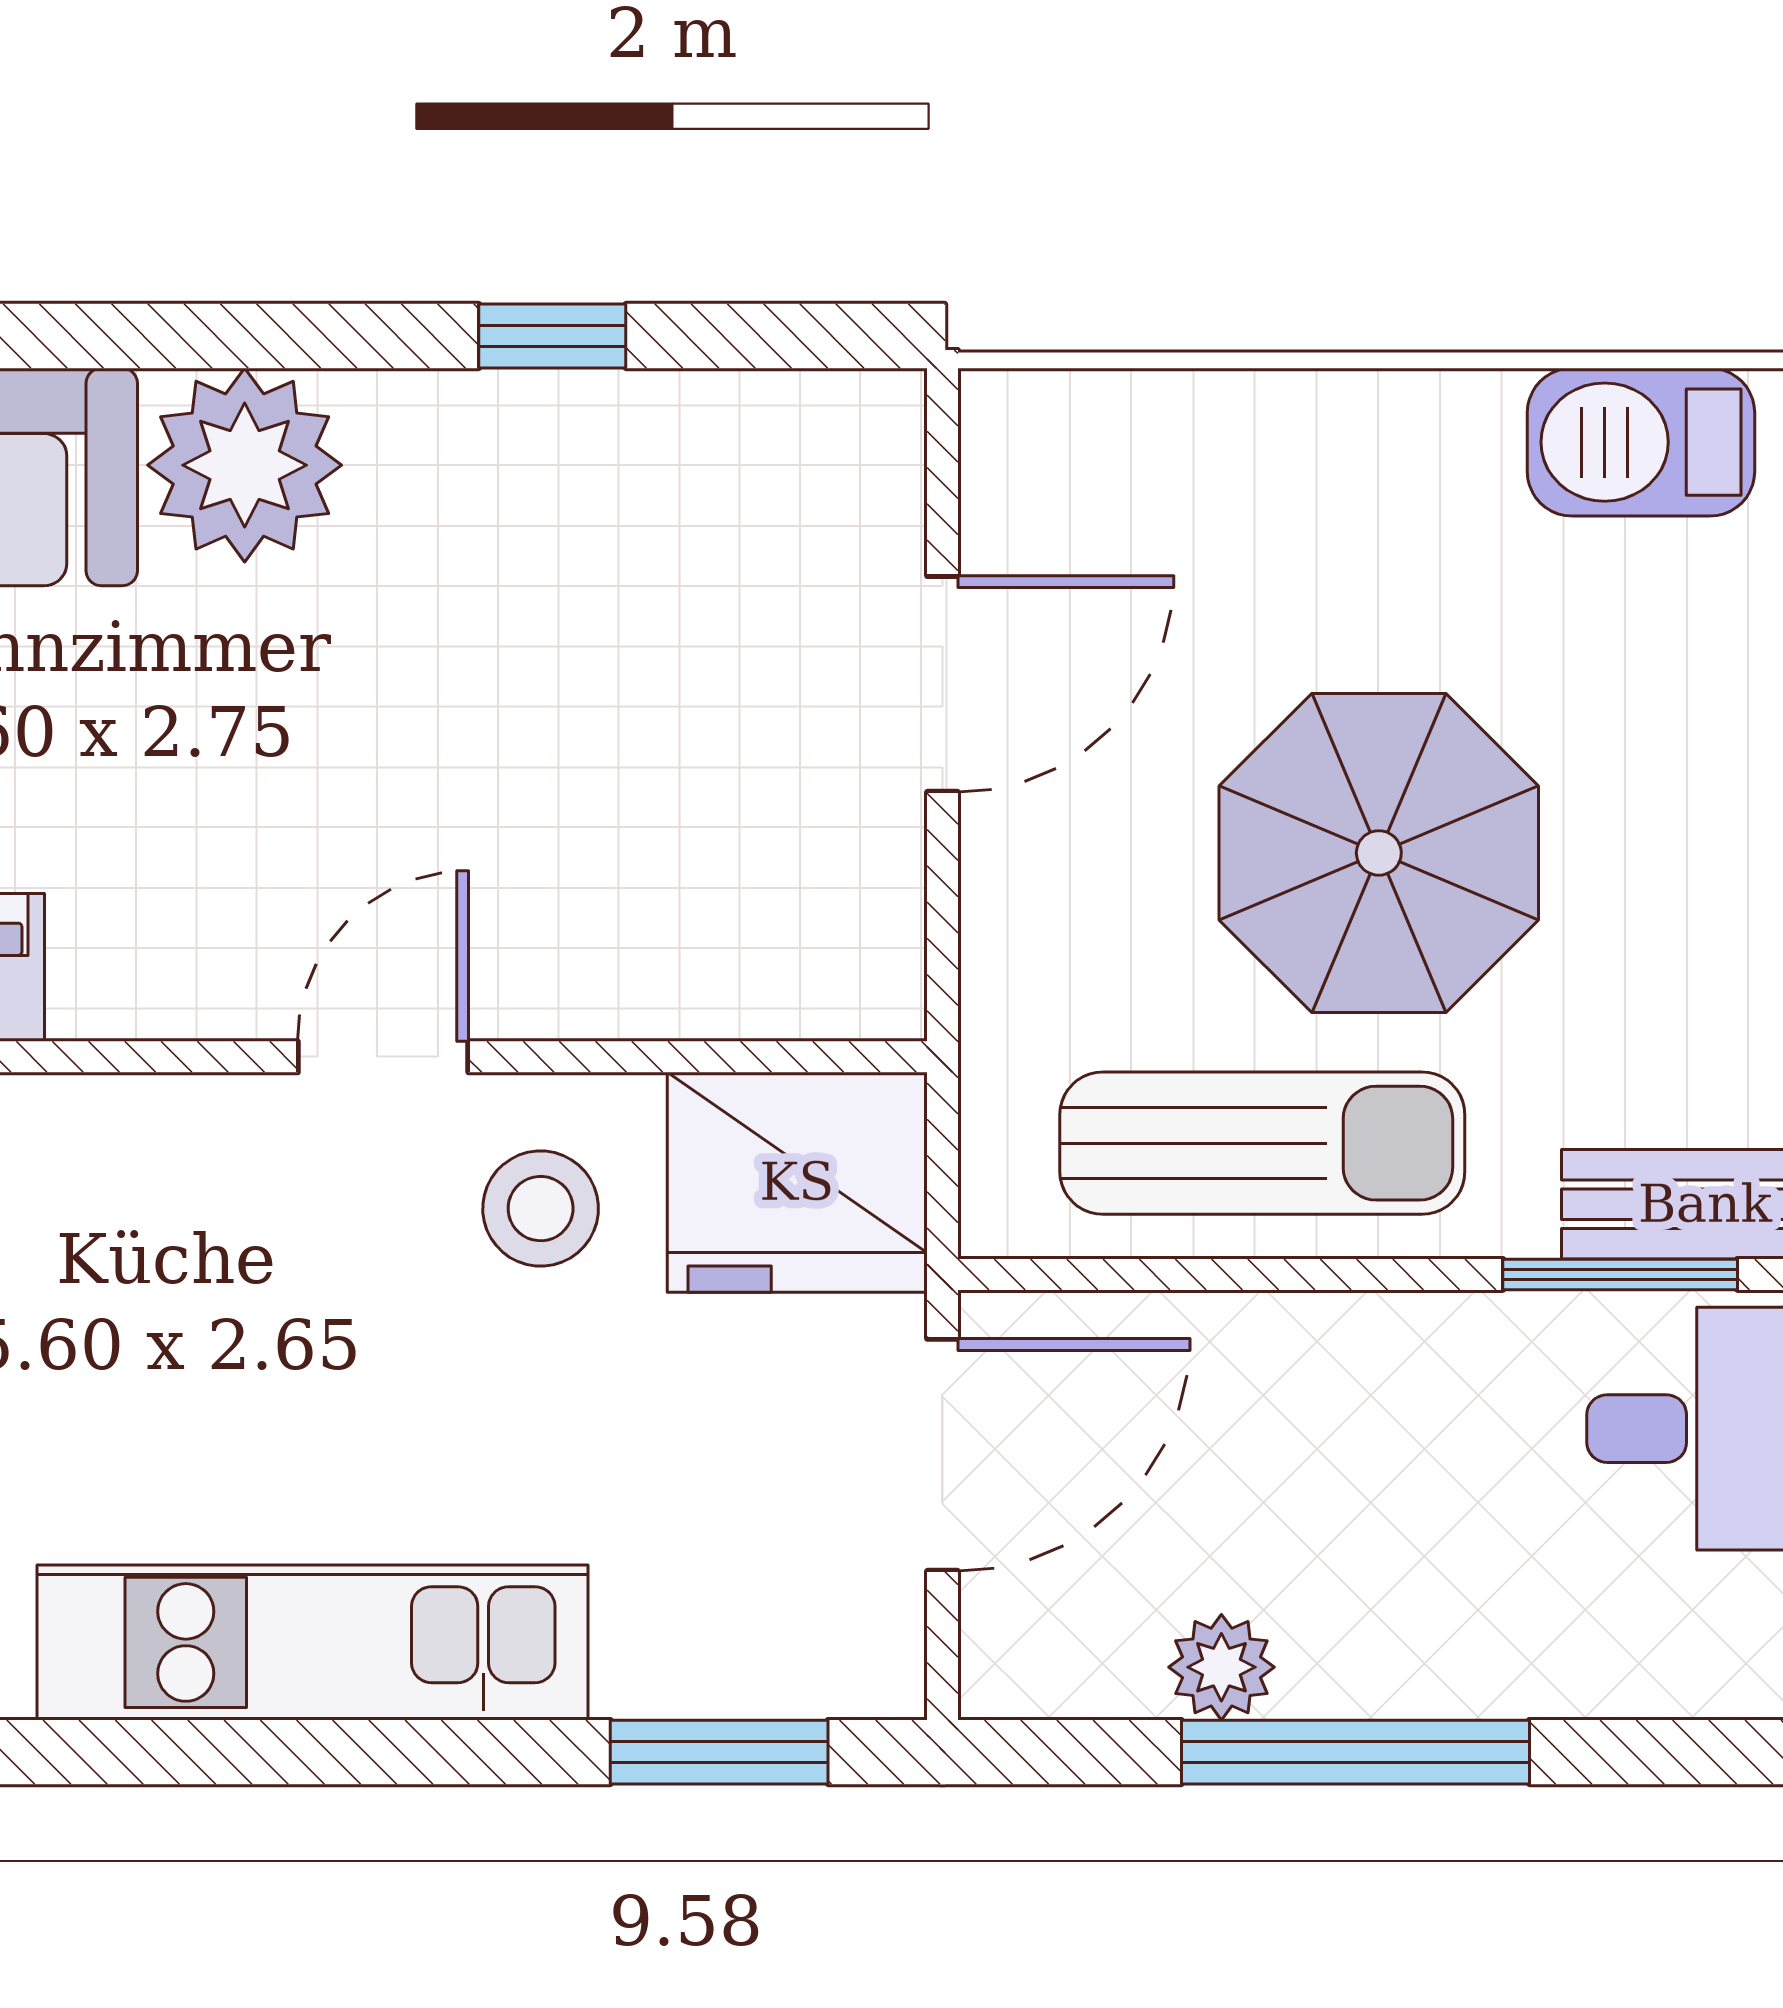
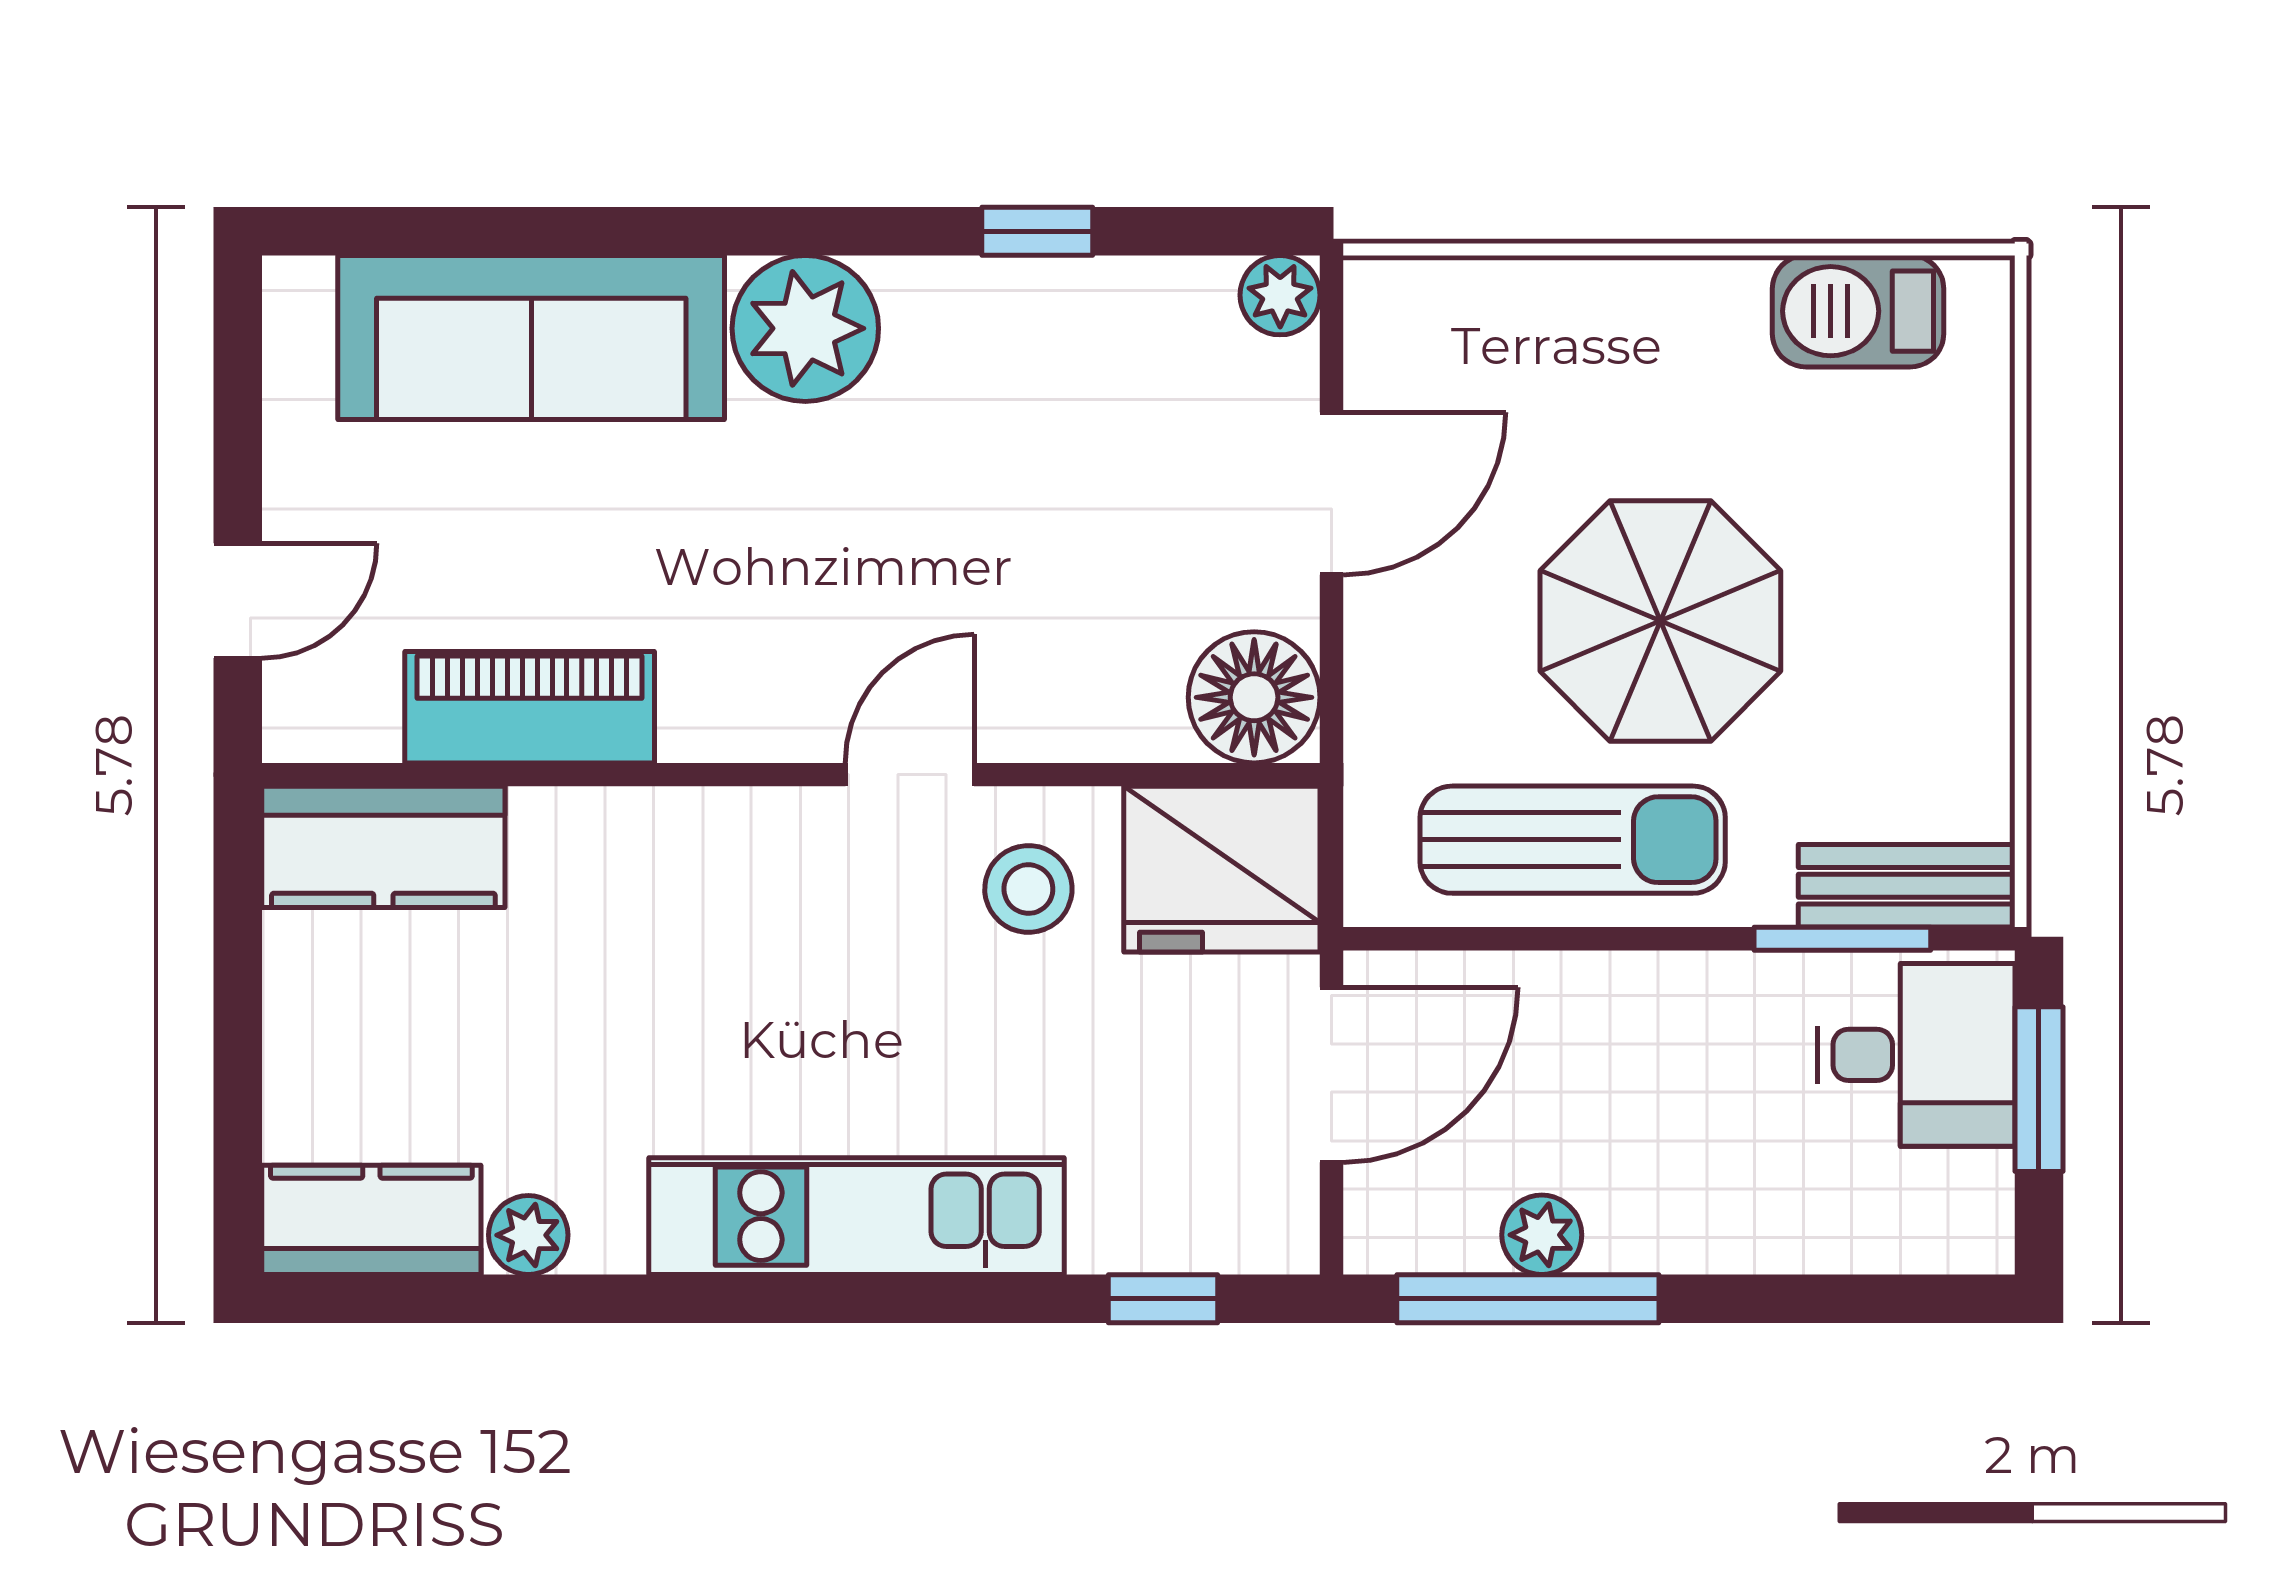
plant: (874, 421) -> (1280, 295), added
floor lamp: (840, 954) -> (1254, 697), added
window: (719, 1752) -> (1163, 1299), width x0.67
window: (1355, 1752) -> (1528, 1299), moved

